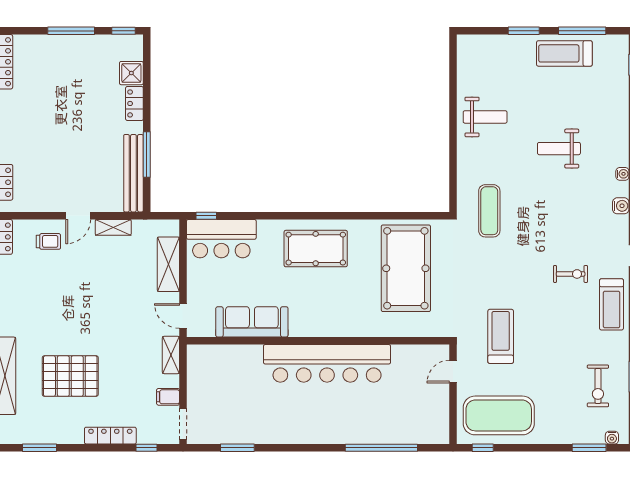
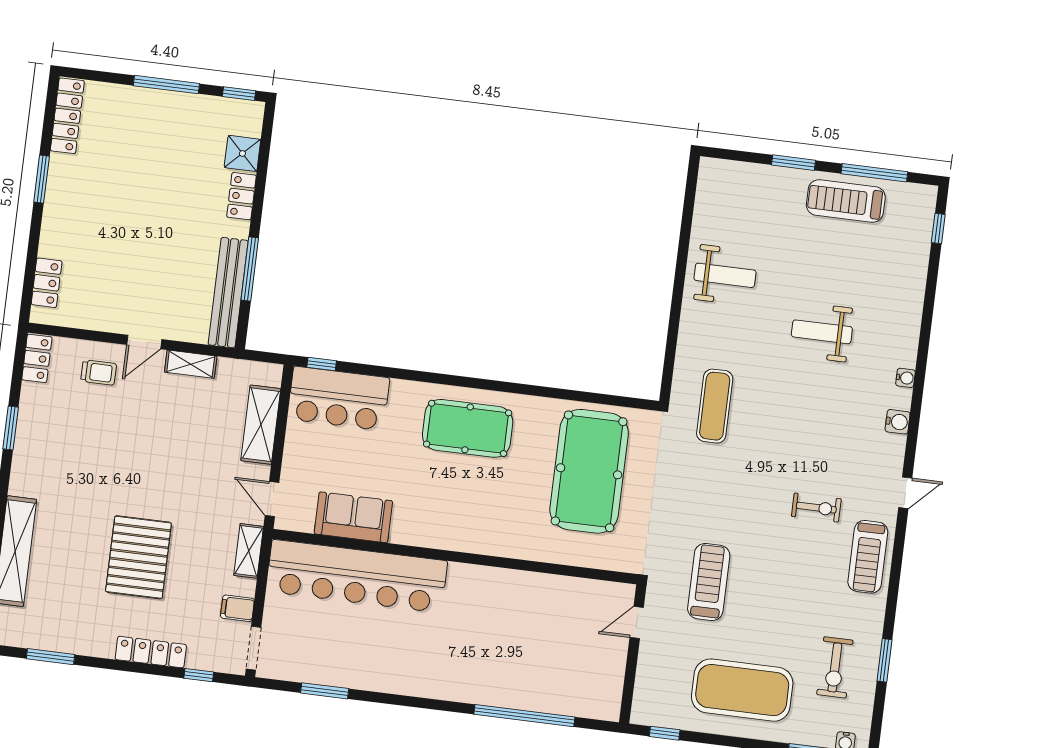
sofa: (252, 322) -> (353, 517), width x0.73
bar counter: (327, 363) -> (357, 576), moved
pallet: (70, 376) -> (138, 557), moved, turned 90
exercise mat: (499, 415) -> (742, 690), moved

